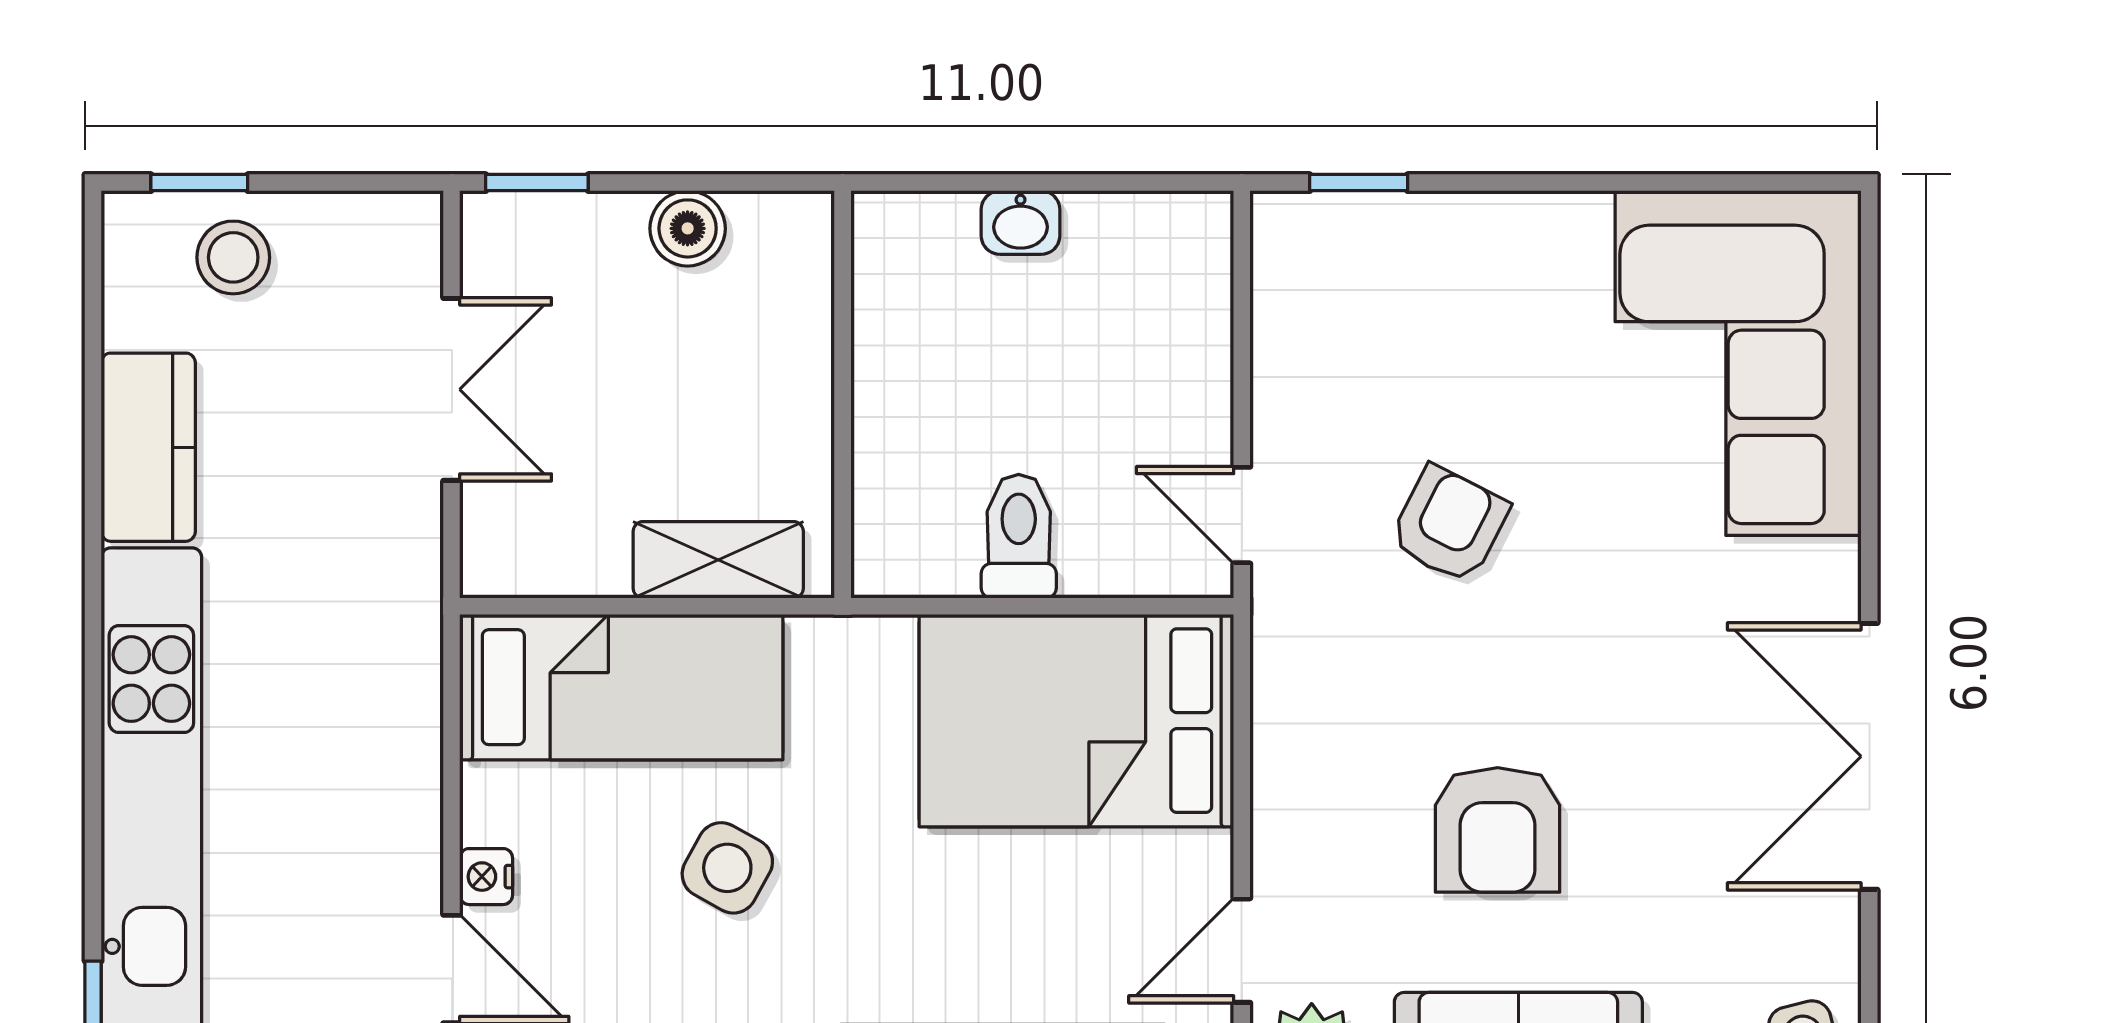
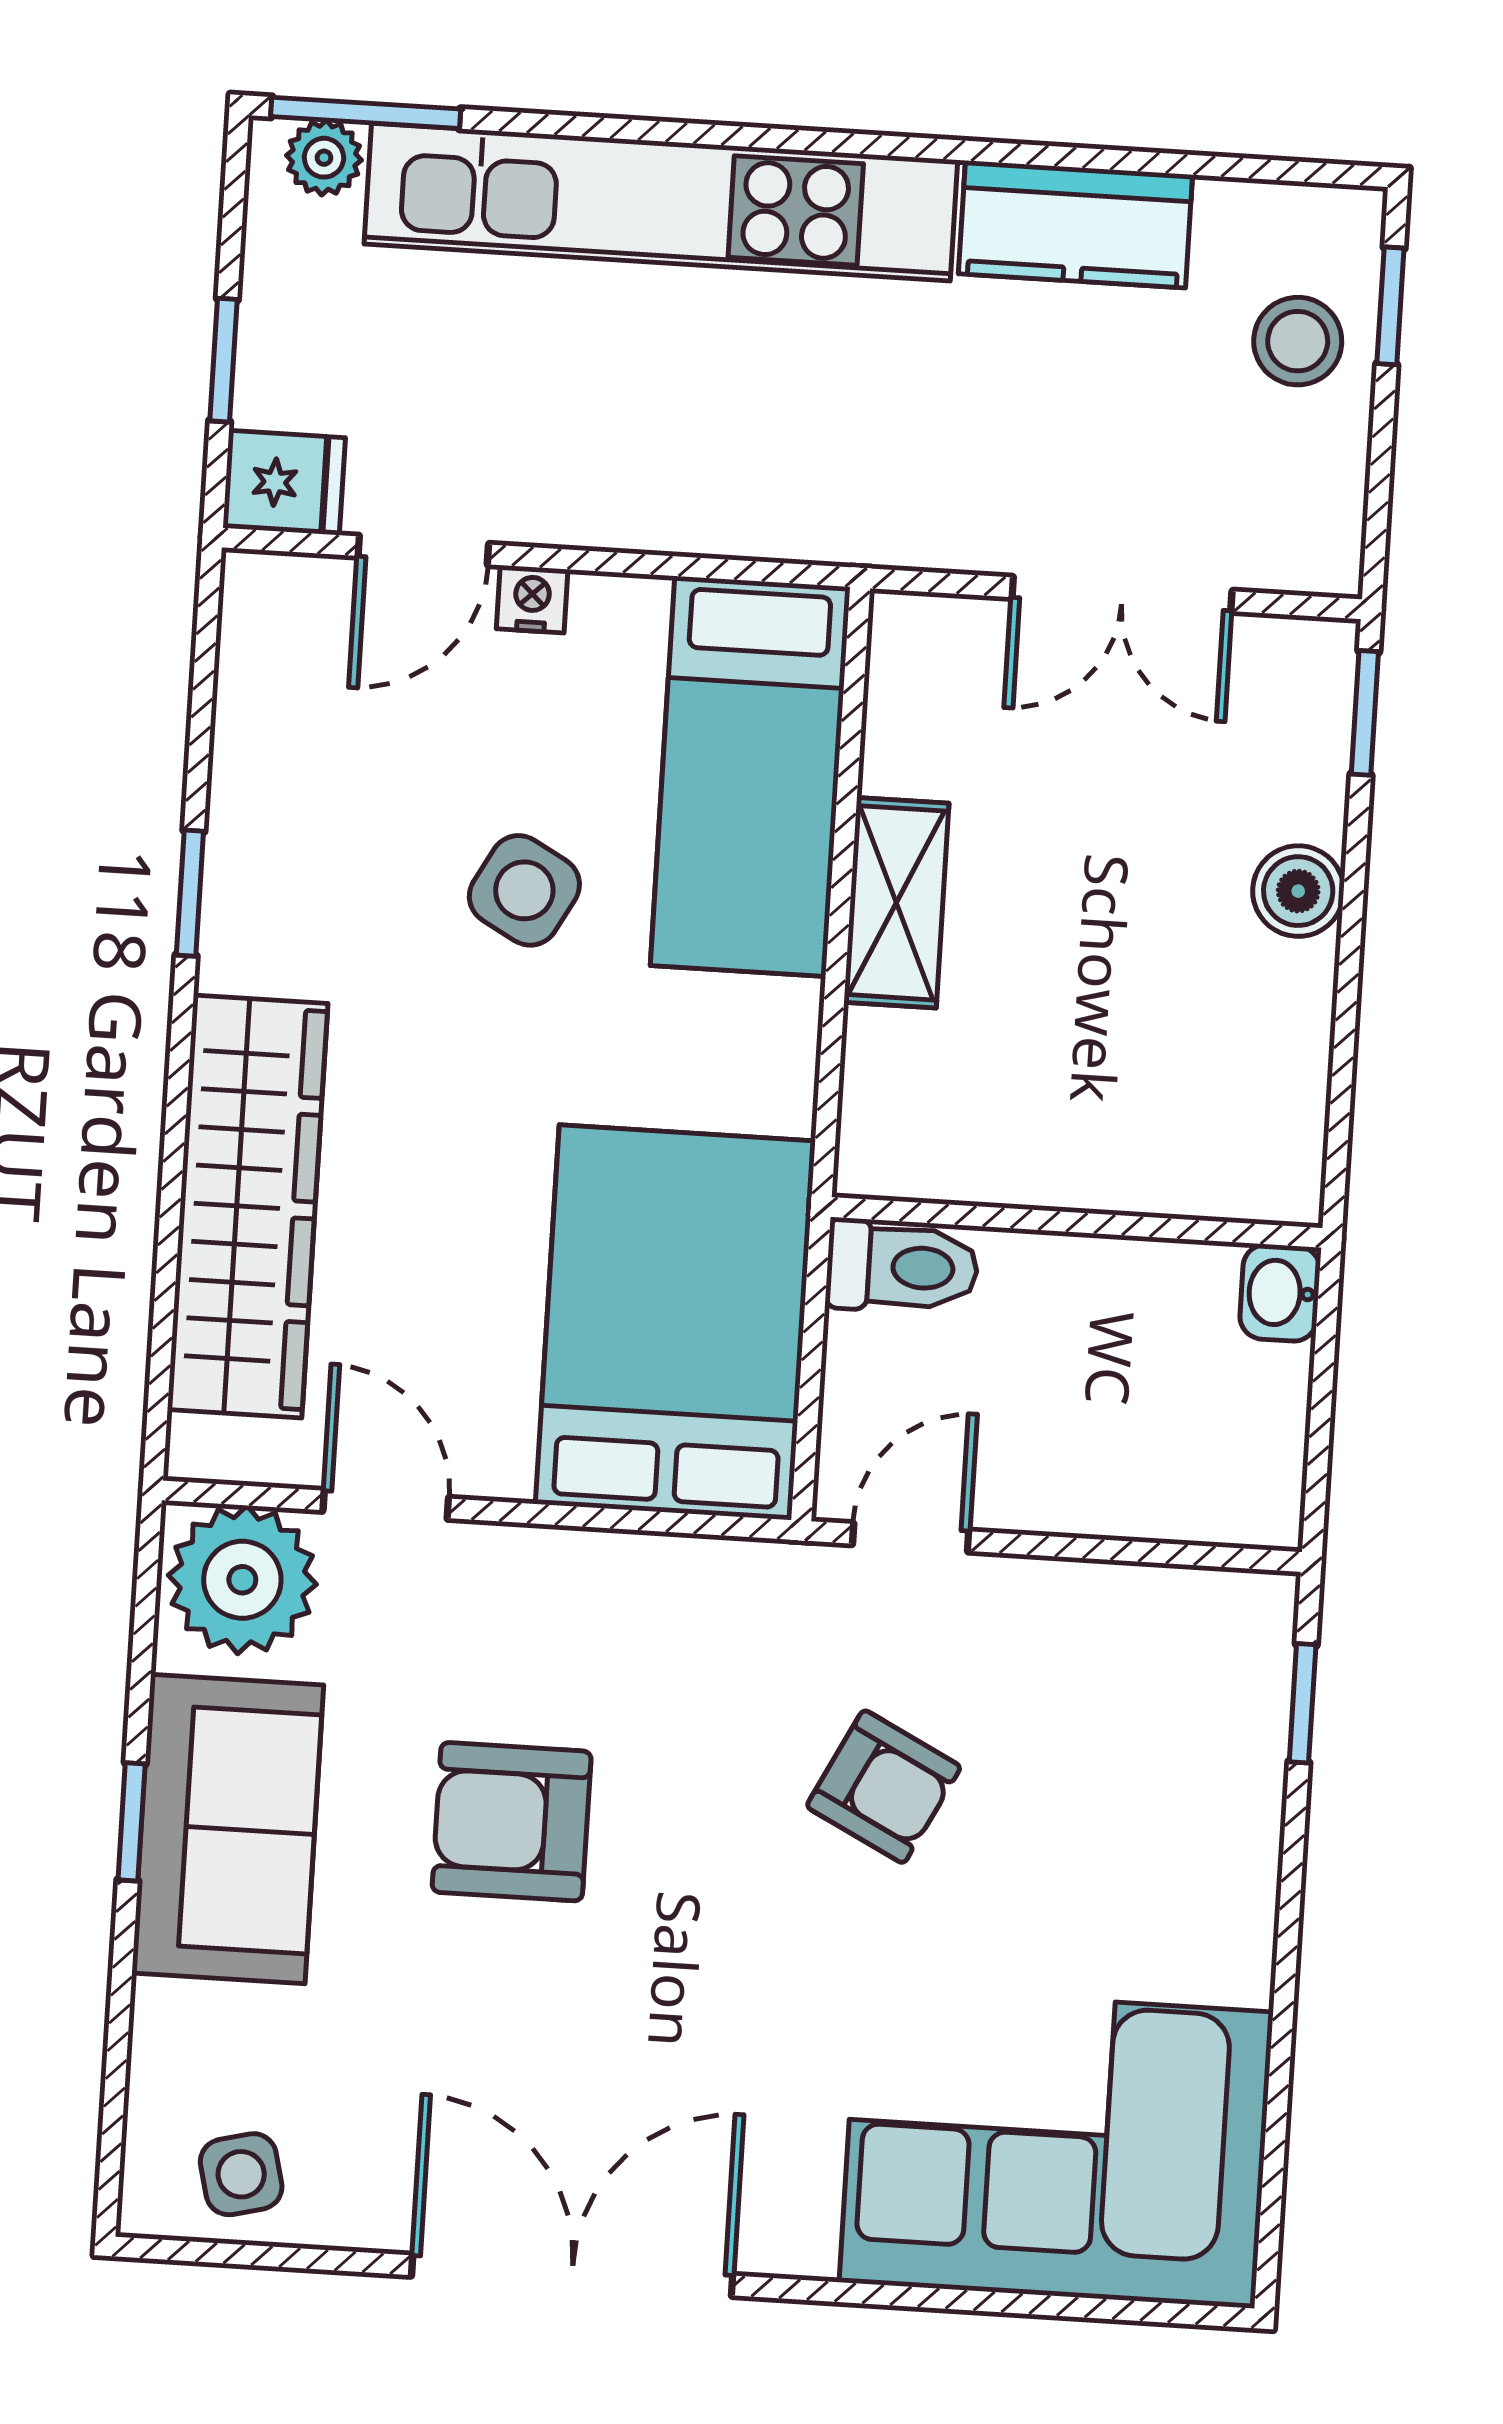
wall: (843, 394) -> (1076, 1222), moved

